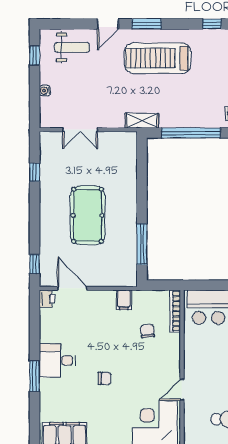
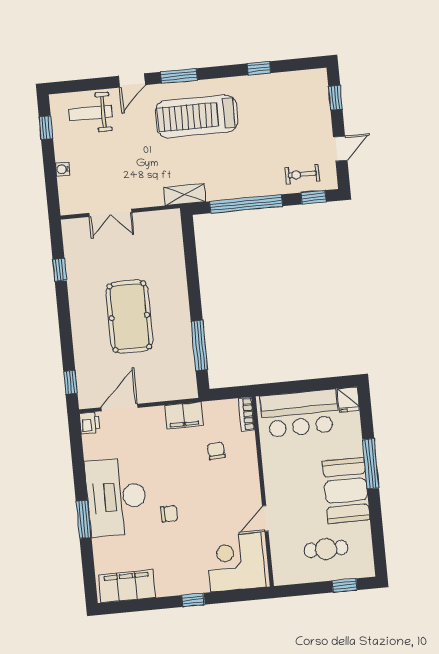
weight bench: (72, 47) -> (91, 113), turned 180
door: (72, 288) -> (119, 408), hinge flipped
filing cabinet: (124, 300) -> (184, 415), width x2.00
bookcase: (175, 311) -> (247, 414), width x0.64
desk: (57, 361) -> (116, 497), width x1.87, depth x1.30

